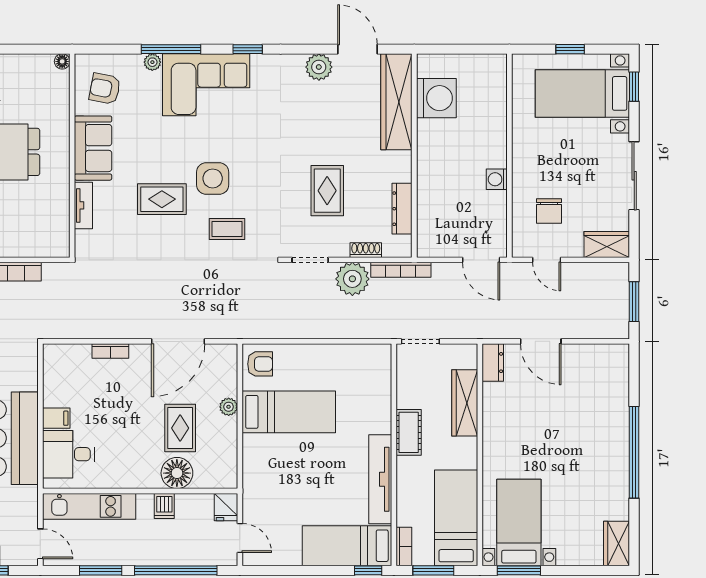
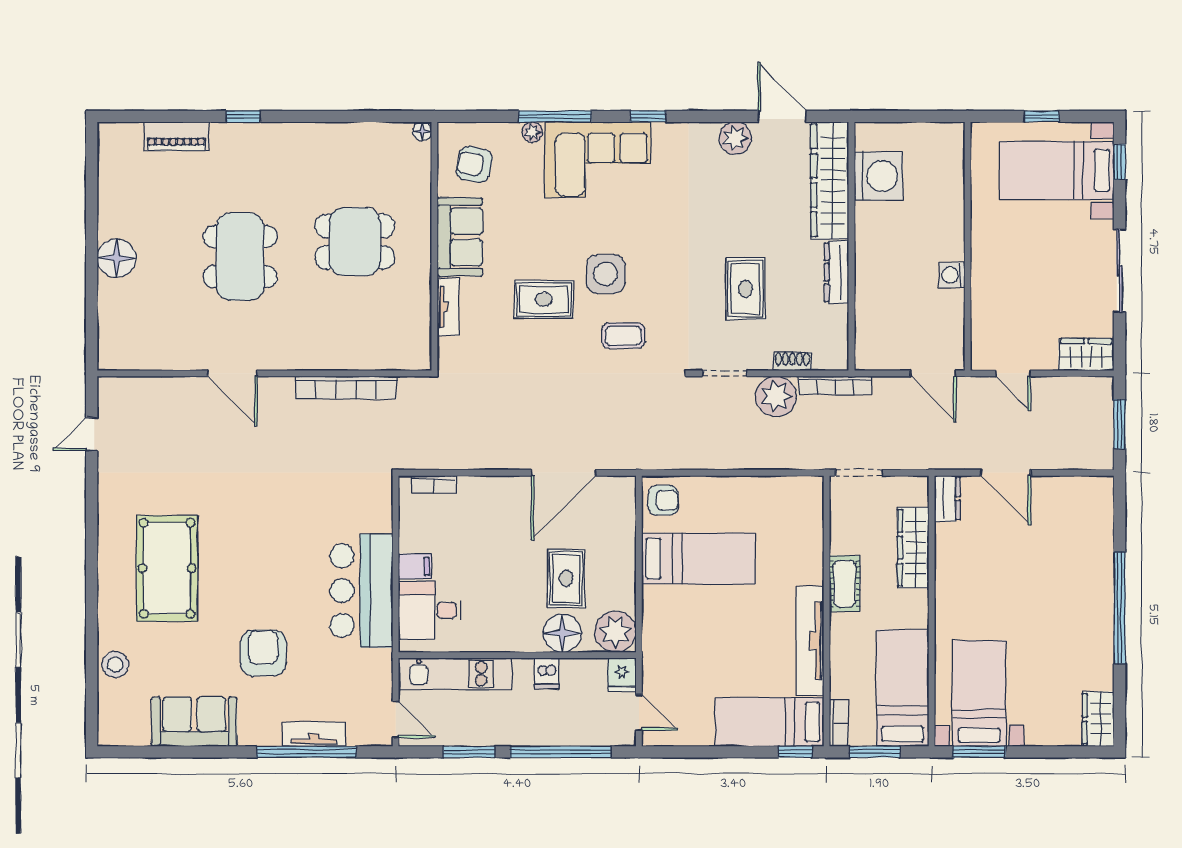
dresser: (402, 209) -> (837, 272), moved
chair: (549, 211) -> (1016, 314), removed
bookcase: (110, 351) -> (434, 484), moved
plant: (229, 407) -> (615, 632), moved, width x1.88, depth x1.88

